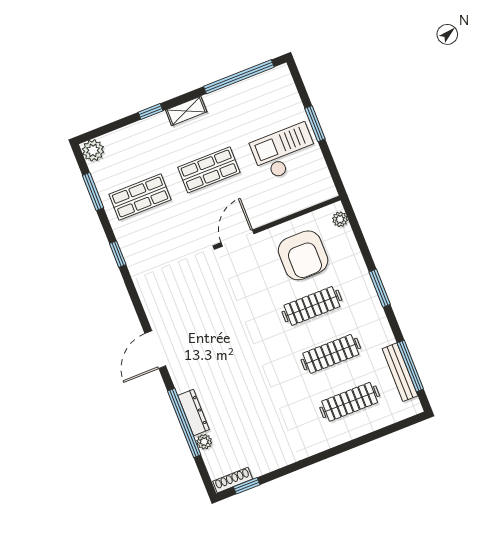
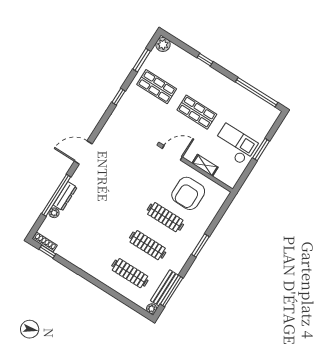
shelving: (186, 111) -> (205, 165), moved
plant: (340, 219) -> (152, 309), moved

